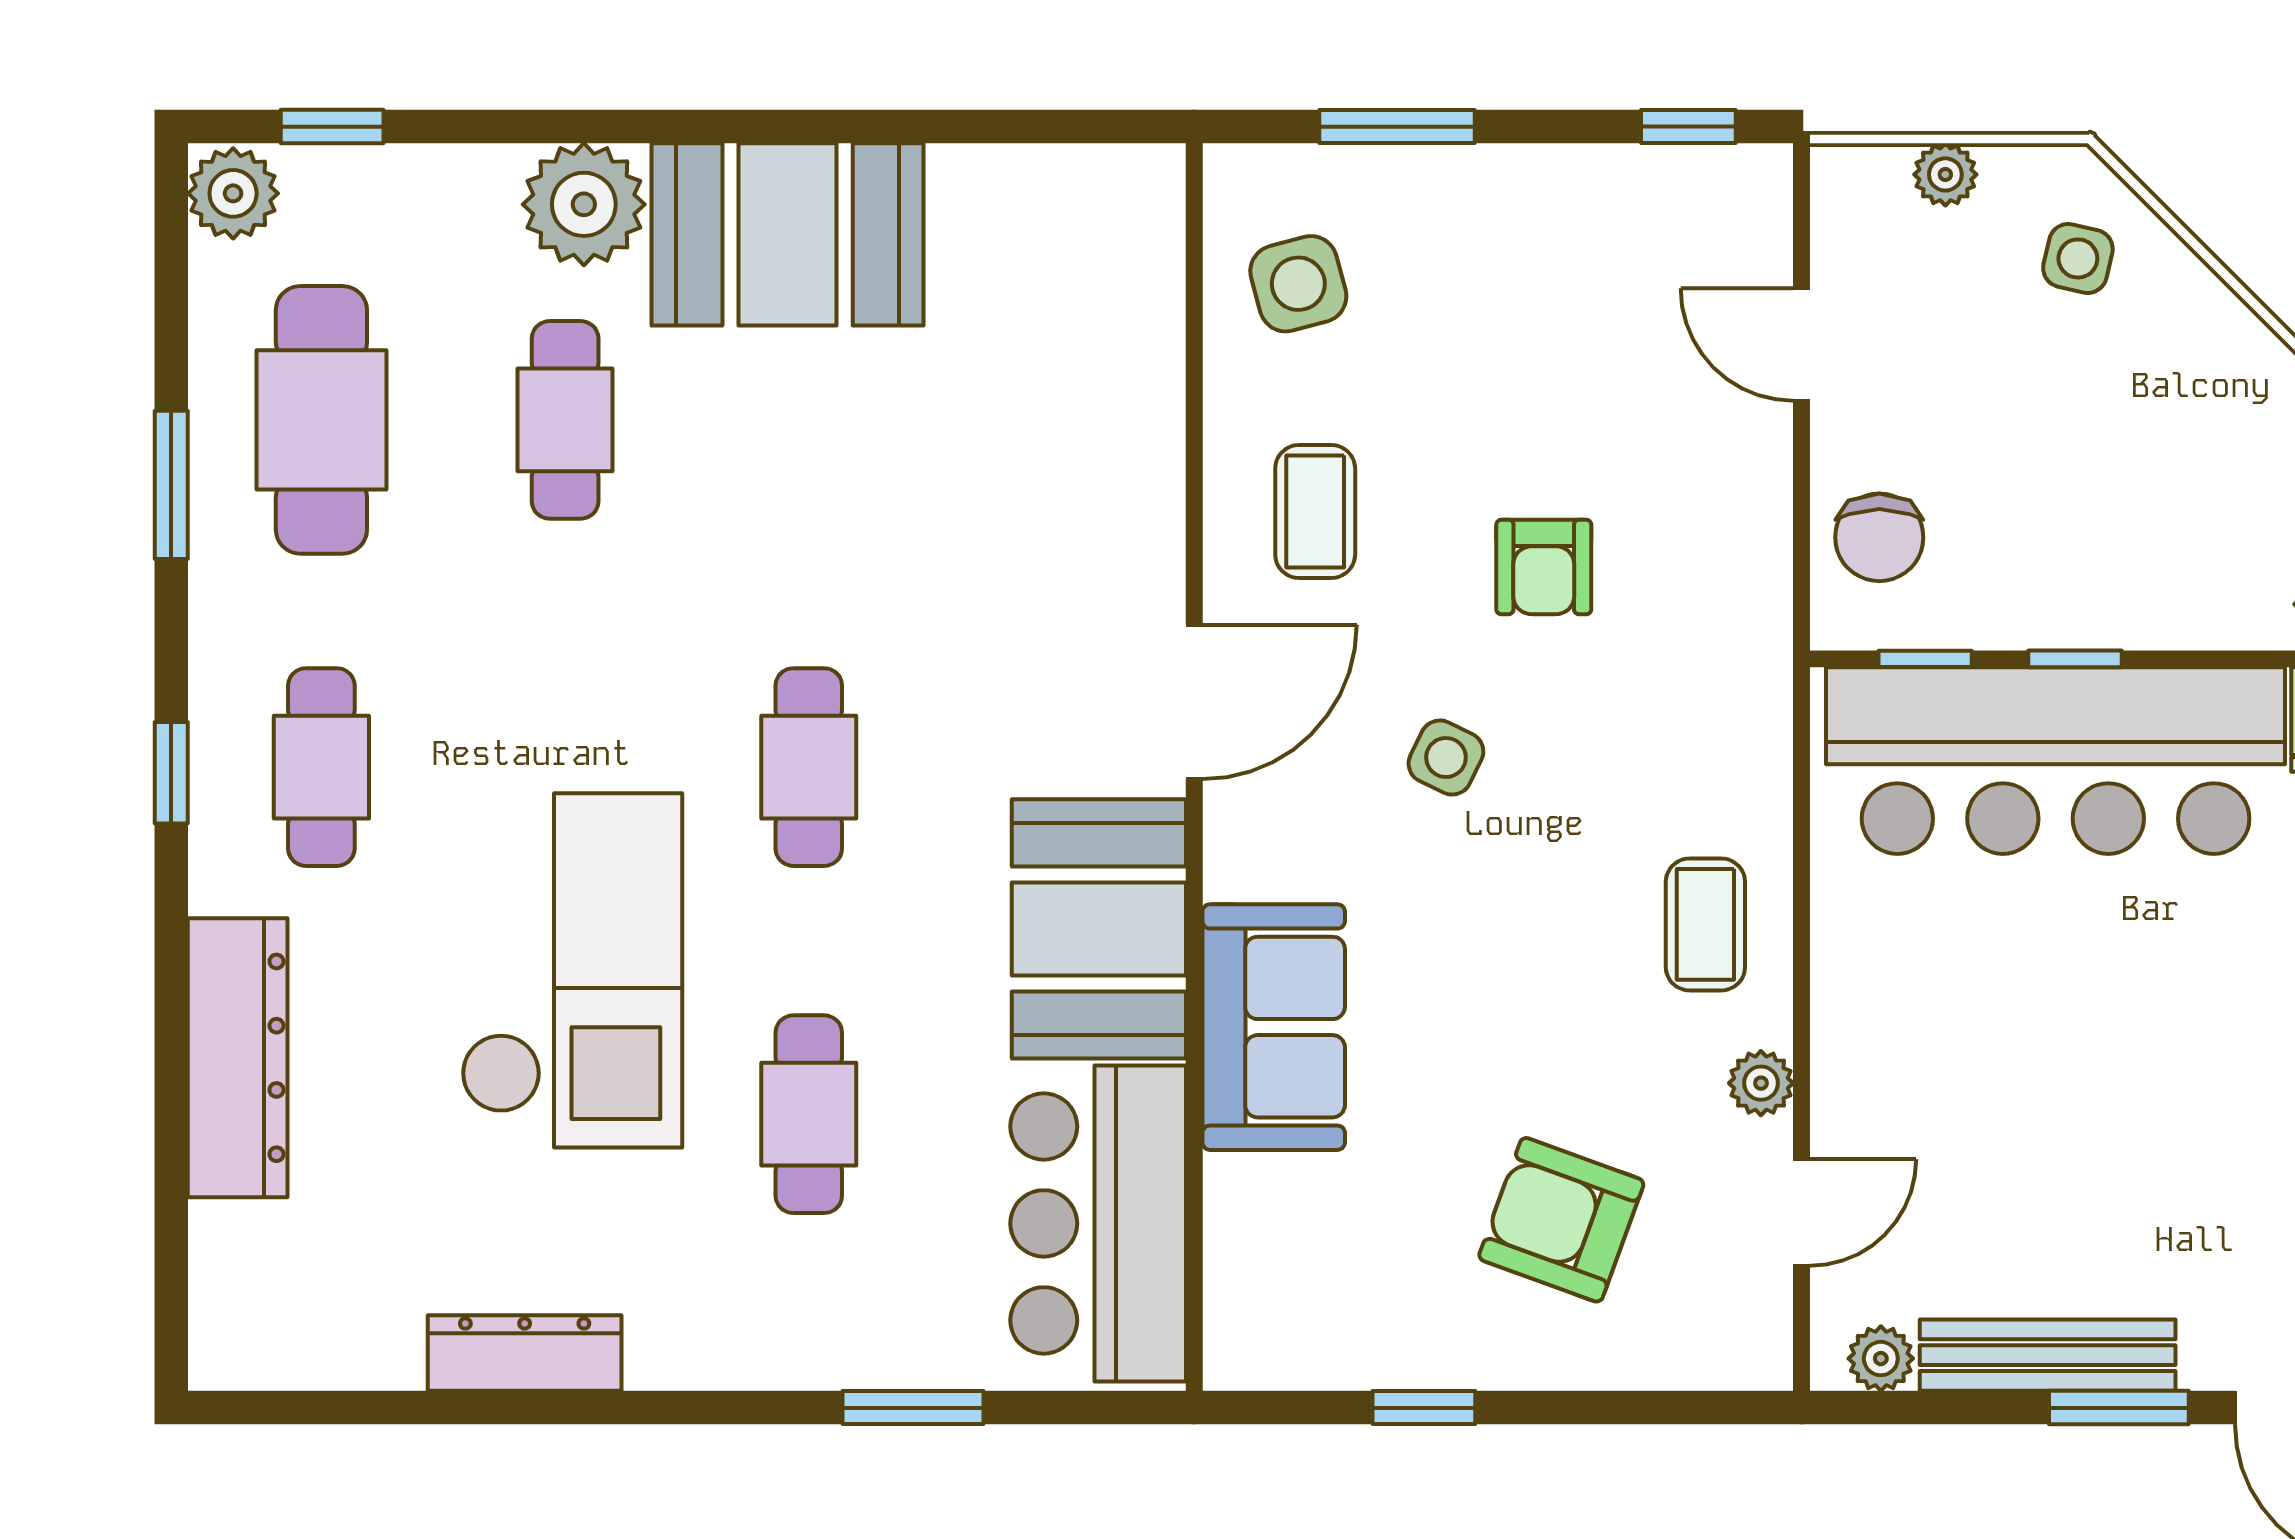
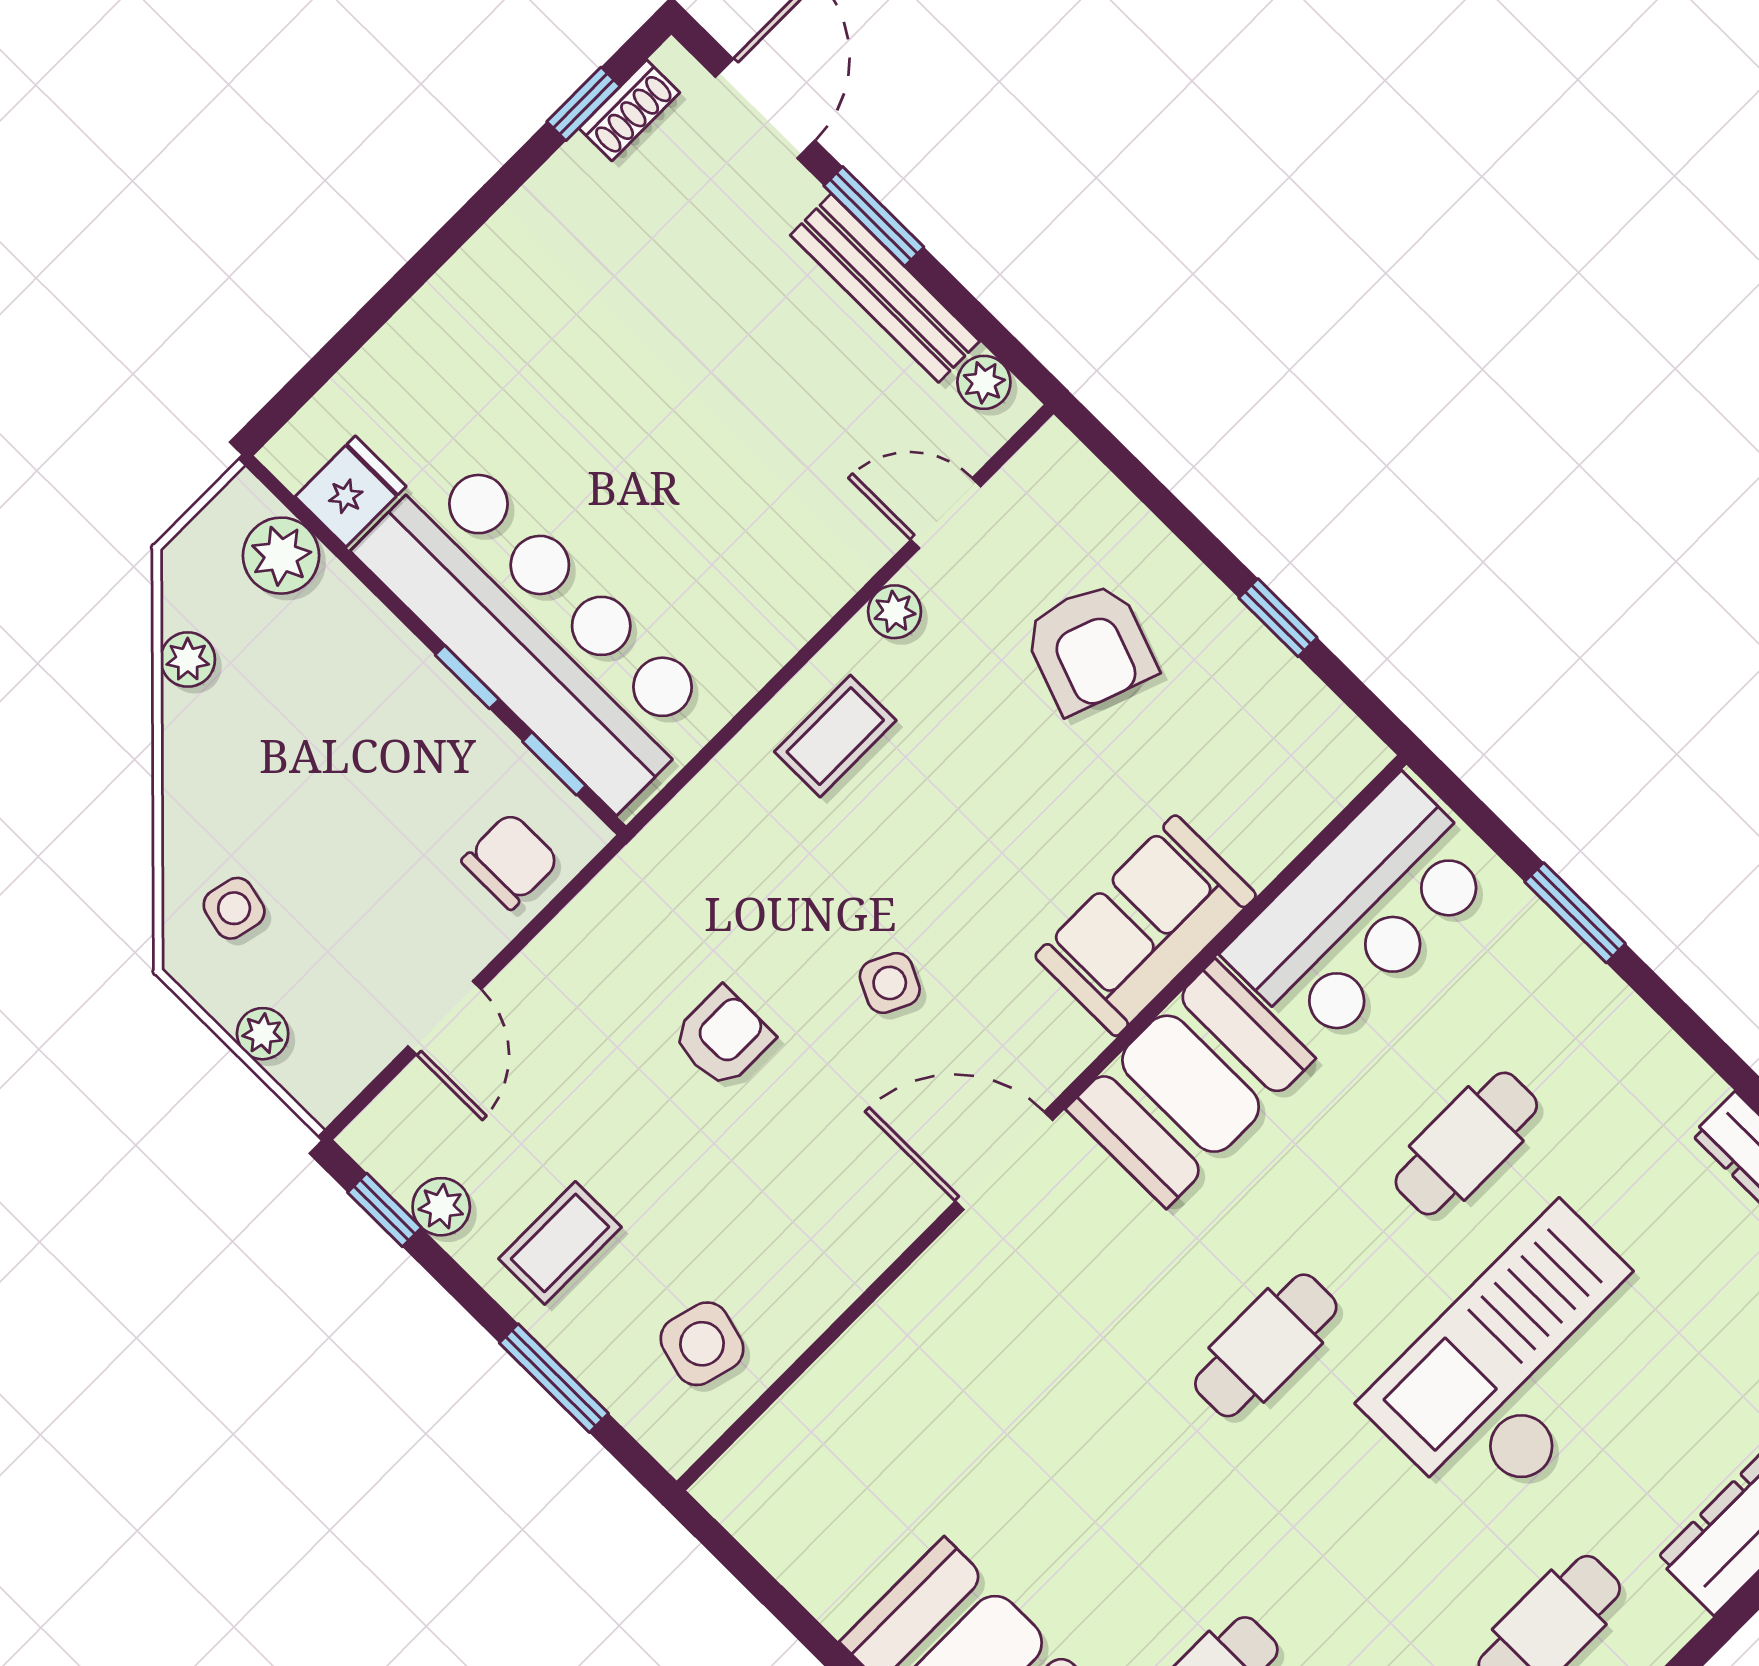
plant: (1642, 178) -> (441, 1207), added
side table: (1298, 284) -> (702, 1344), turned 30
coffee table: (1315, 511) -> (560, 1243), moved

